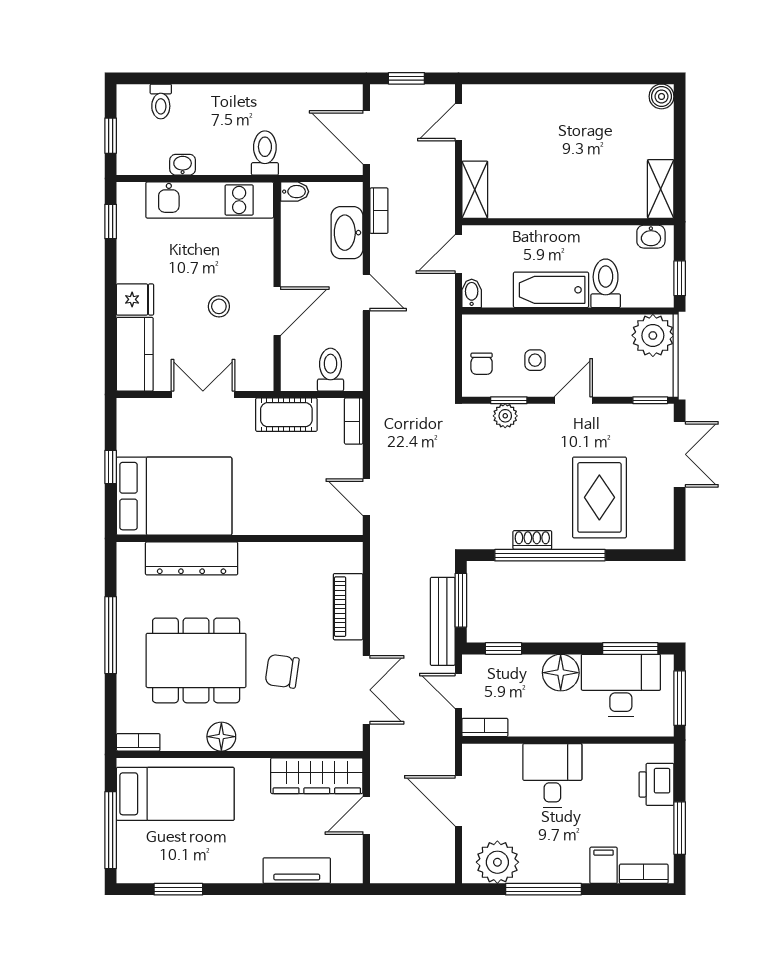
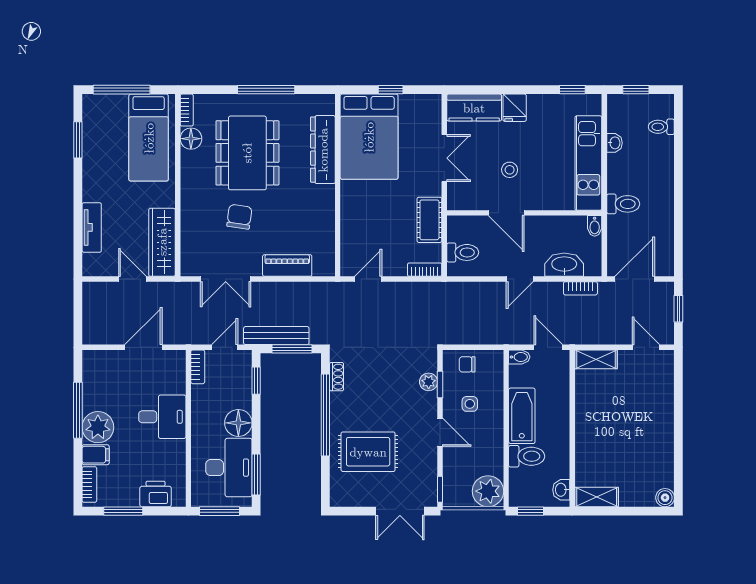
shoe rack: (532, 540) -> (337, 377), moved
floor lamp: (221, 737) -> (191, 139), moved
plant: (497, 862) -> (98, 427), moved

